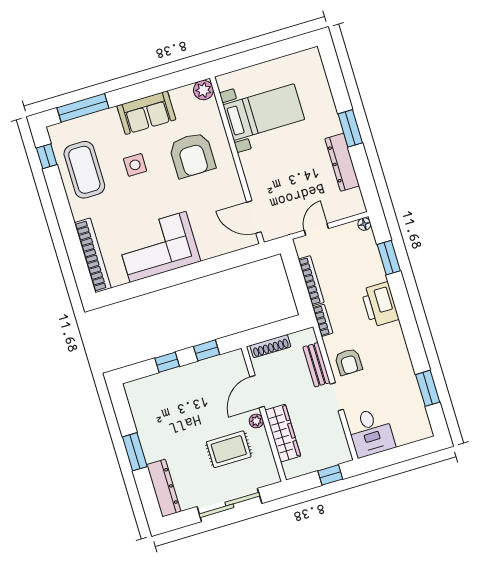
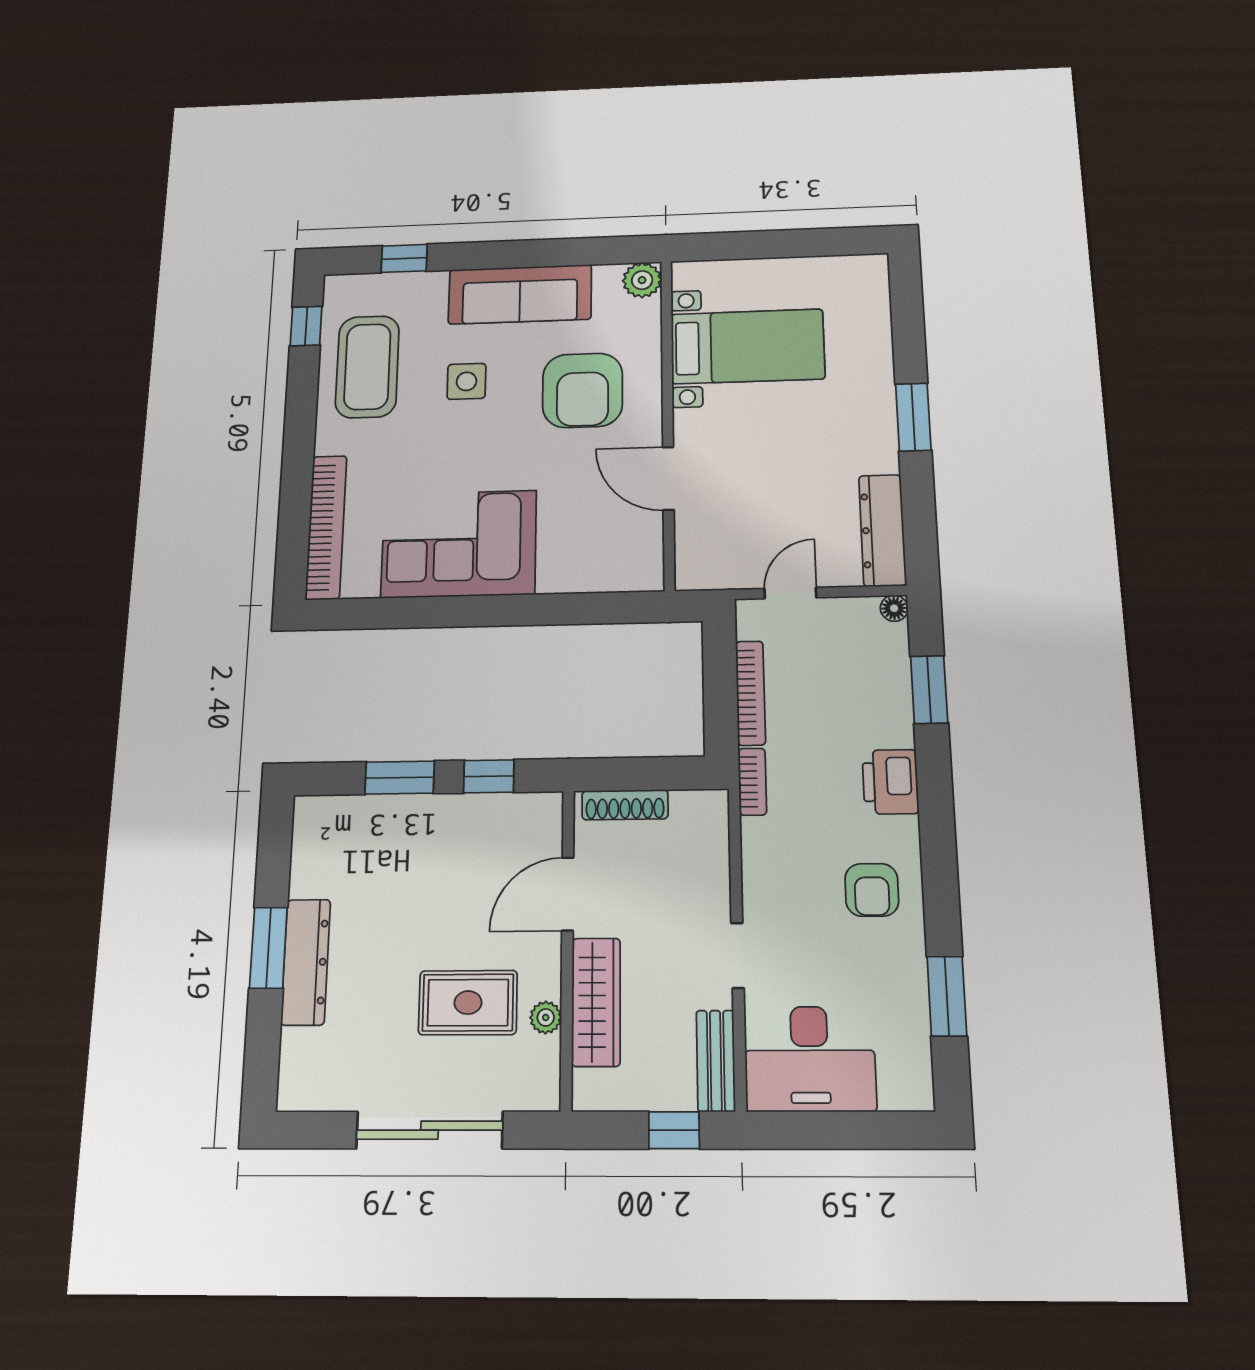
window: (83, 108) -> (404, 258), width x0.46
sofa: (146, 113) -> (520, 294), width x1.36
dresser: (342, 162) -> (882, 530), moved
door: (254, 217) -> (668, 478), moved
printer: (380, 304) -> (890, 782), width x0.73, depth x0.84
window: (167, 362) -> (400, 778), width x1.50
armchair: (349, 362) -> (872, 890), moved
bench: (317, 365) -> (716, 1061), moved
plant: (256, 421) -> (546, 1017), moved
desk: (371, 432) -> (810, 1059), width x1.37
dresser: (164, 488) -> (306, 962), moved

